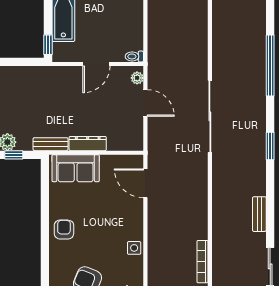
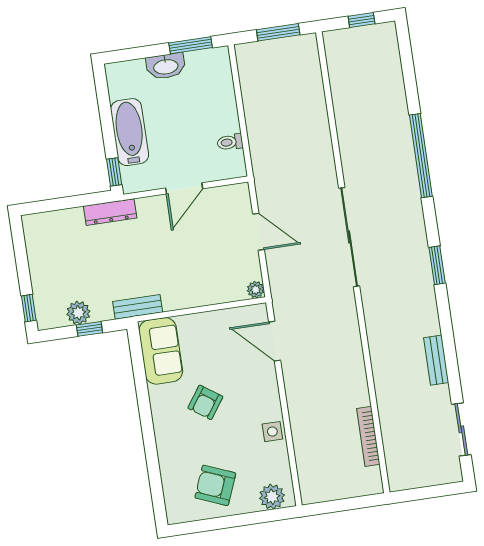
toilet: (134, 56) -> (230, 142), moved
plant: (137, 78) -> (256, 290), moved
dresser: (88, 144) -> (110, 212), moved, turned 180
sofa: (76, 168) -> (161, 351), moved, turned -90
armchair: (64, 230) -> (205, 402), moved, turned -146

